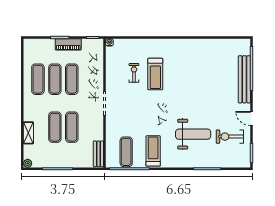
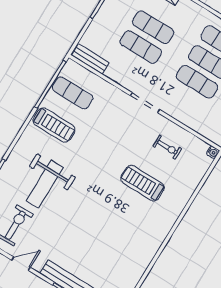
exercise bike: (134, 73) -> (167, 147), moved

